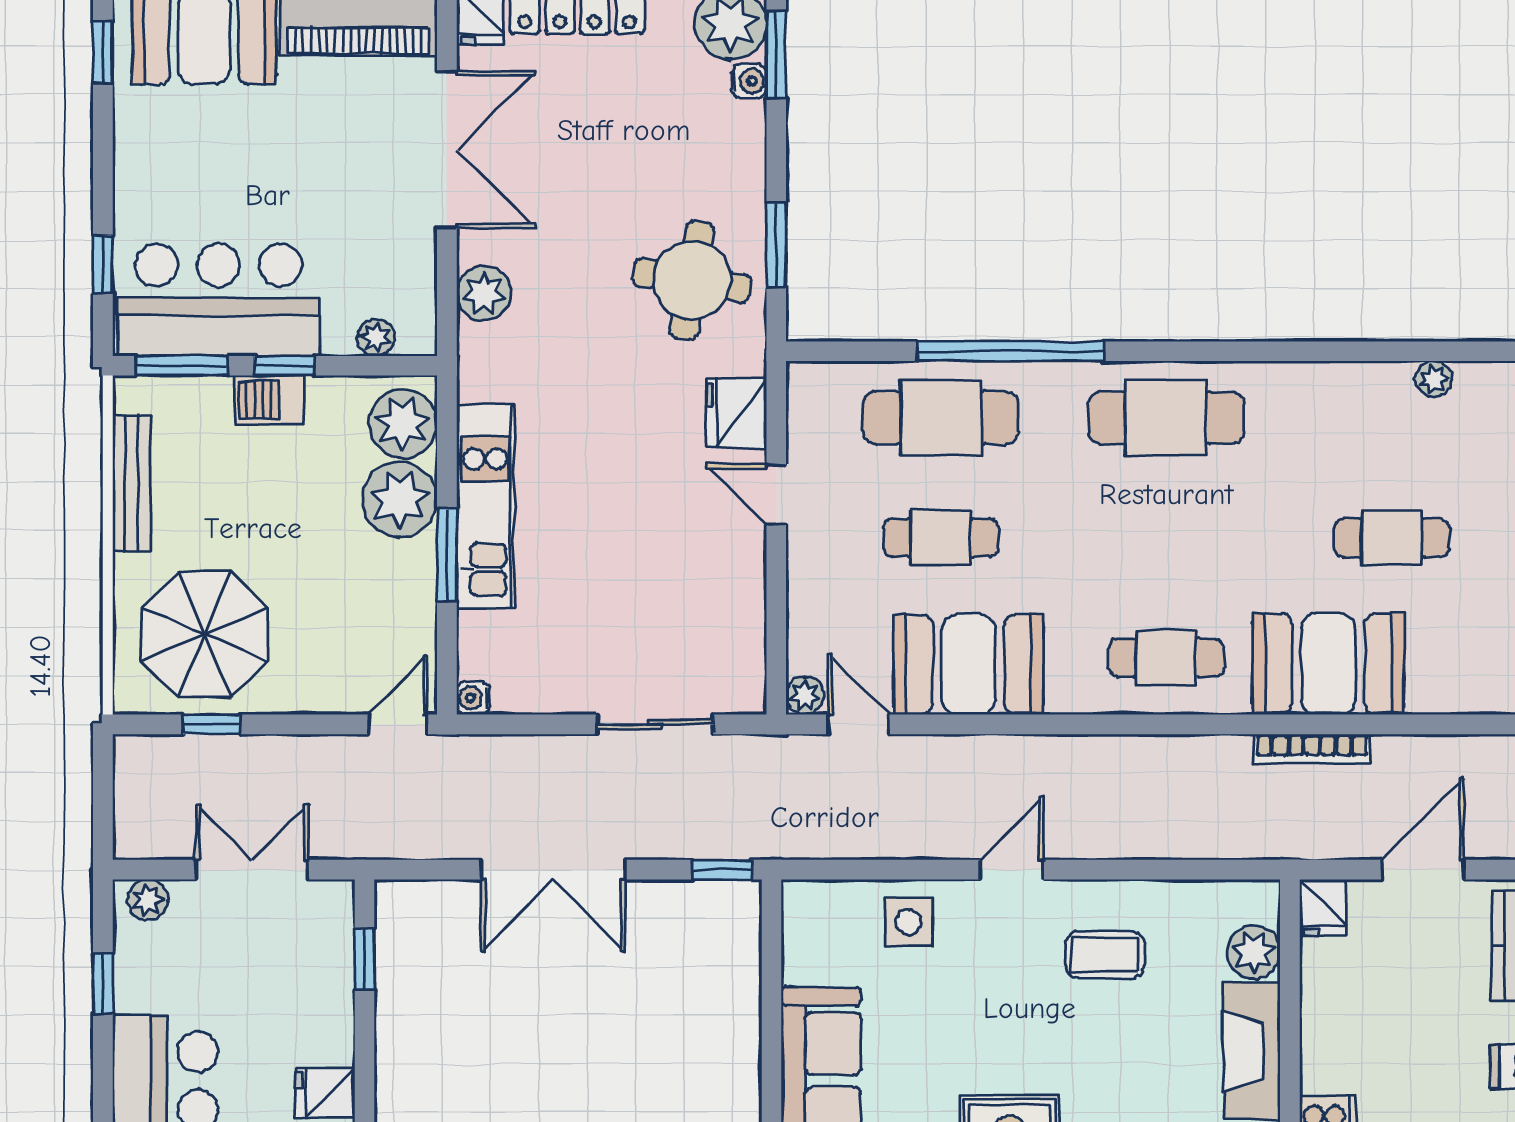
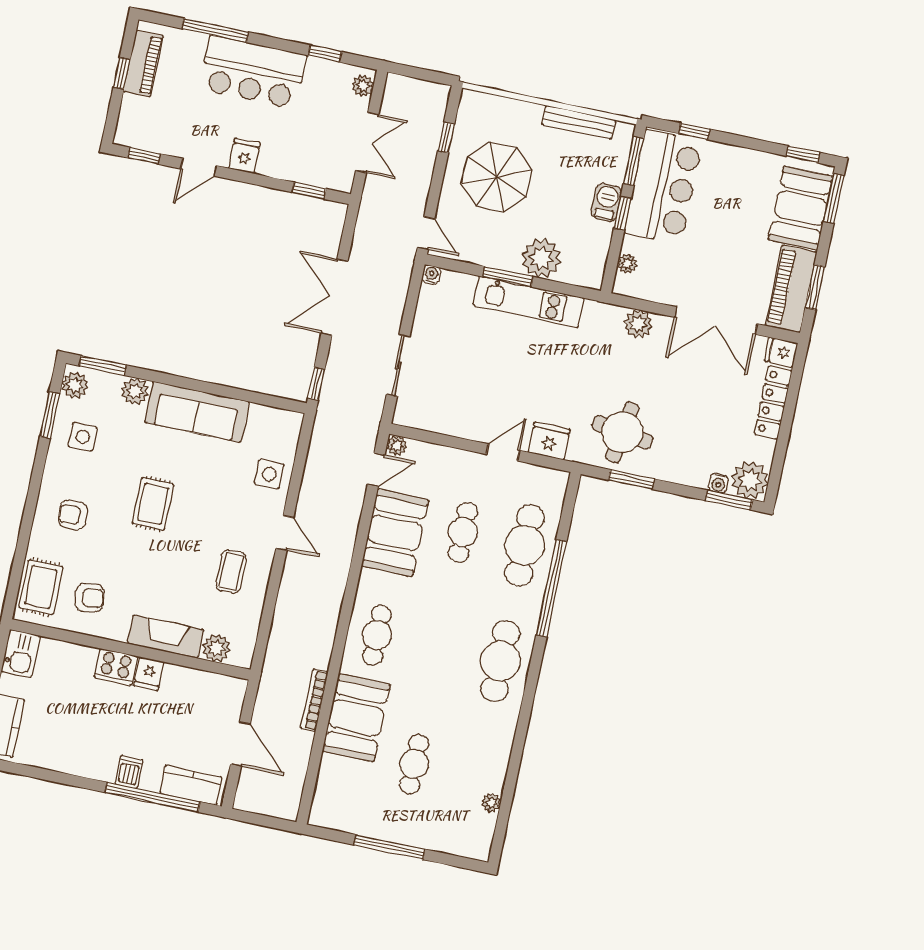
plant: (403, 424) -> (580, 268), removed
parasol: (204, 634) -> (497, 177), moved
fridge: (1323, 908) -> (149, 674), moved, turned -90

